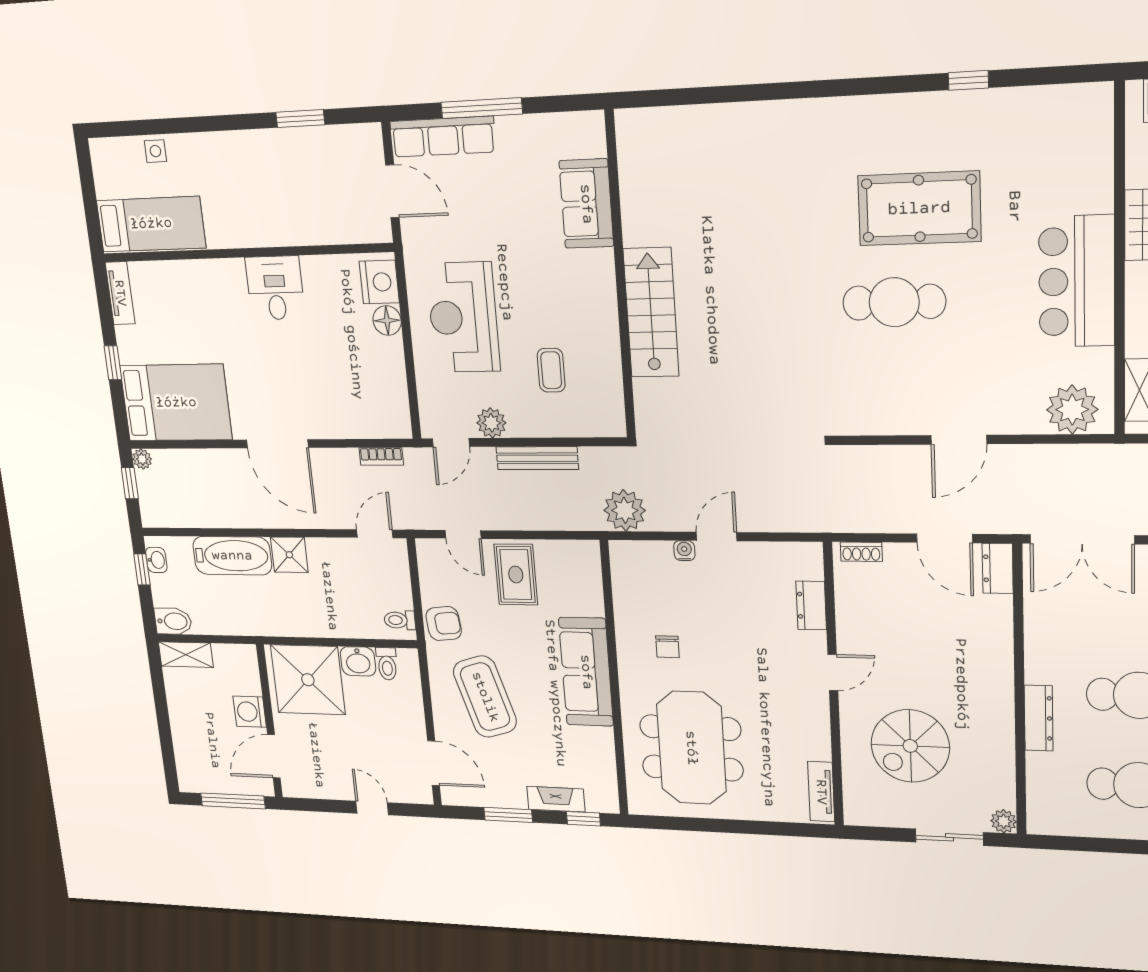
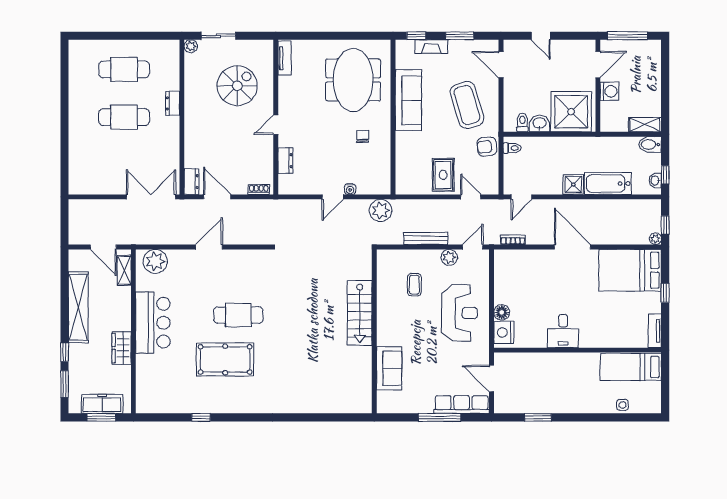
sofa: (586, 672) -> (408, 100), moved
dresser: (1039, 718) -> (173, 103), width x0.70

